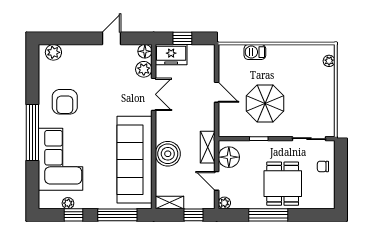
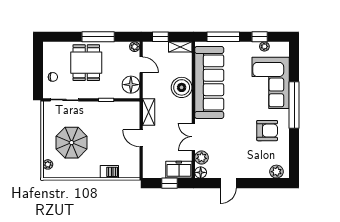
armchair: (65, 102) -> (267, 131), turned 90
parasol: (265, 103) -> (72, 143), moved
shelving: (208, 147) -> (149, 112), moved

